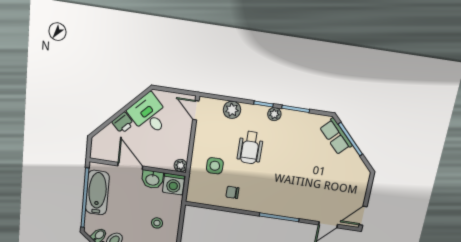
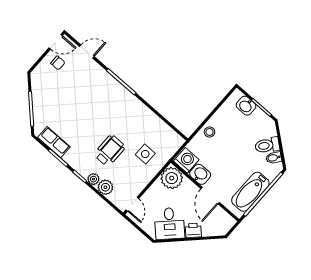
plant: (274, 114) -> (93, 179), moved
row of seats: (336, 136) -> (54, 142), moved, turned -45
plant: (181, 166) -> (172, 178), width x1.88, depth x1.88
chair: (233, 192) -> (58, 63), moved
stool: (157, 223) -> (210, 132), moved

